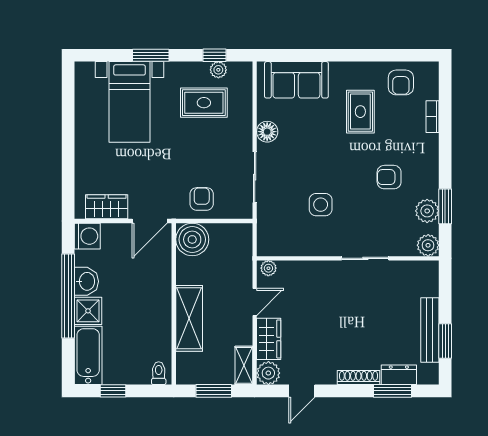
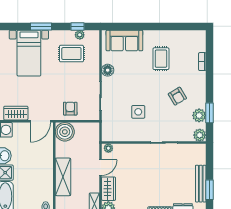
armchair: (401, 82) -> (184, 42), removed
armchair: (389, 177) -> (177, 96), turned -121

